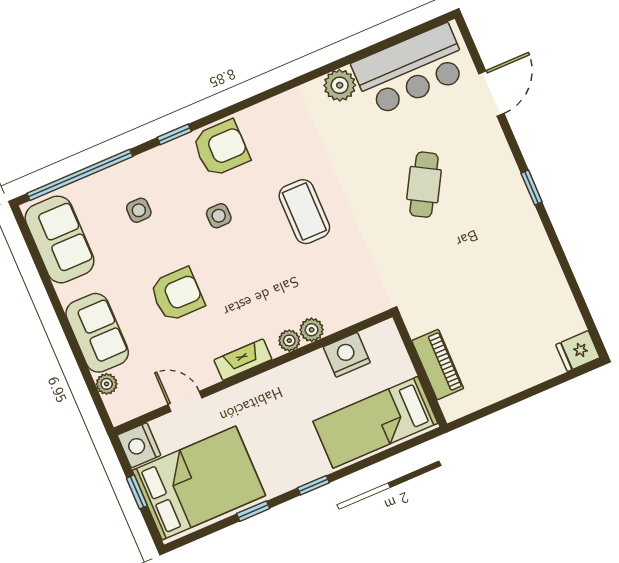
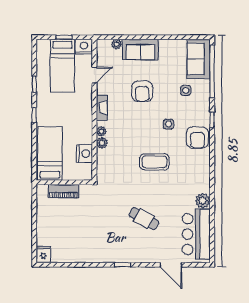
sofa: (60, 239) -> (199, 59), moved, turned 90
bed: (199, 483) -> (62, 66), width x0.67

